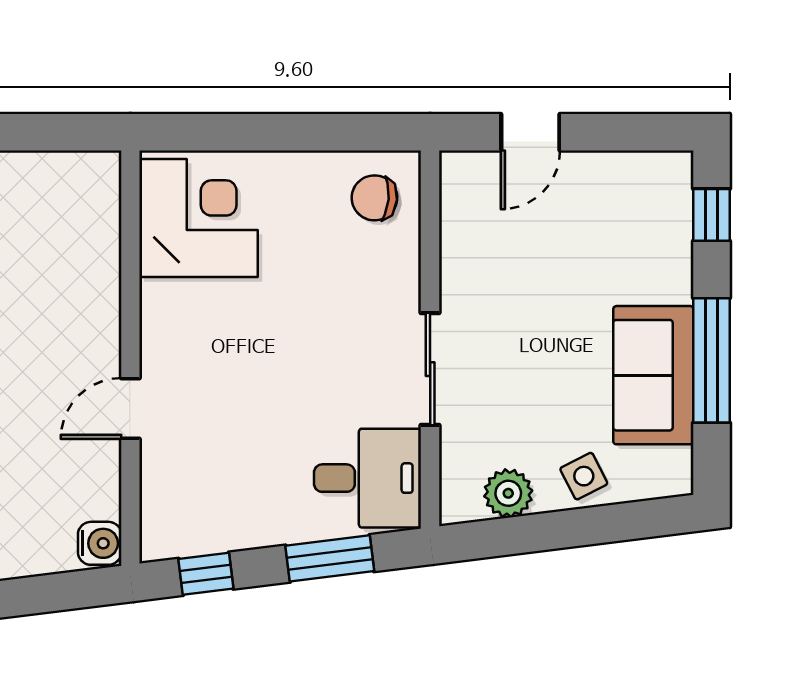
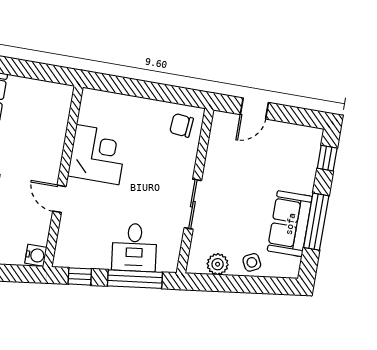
corner desk: (199, 218) -> (98, 155), moved
door: (130, 409) -> (59, 199), hinge flipped
desk: (368, 478) -> (134, 247), moved, turned 83
window: (330, 558) -> (135, 279), width x1.44

